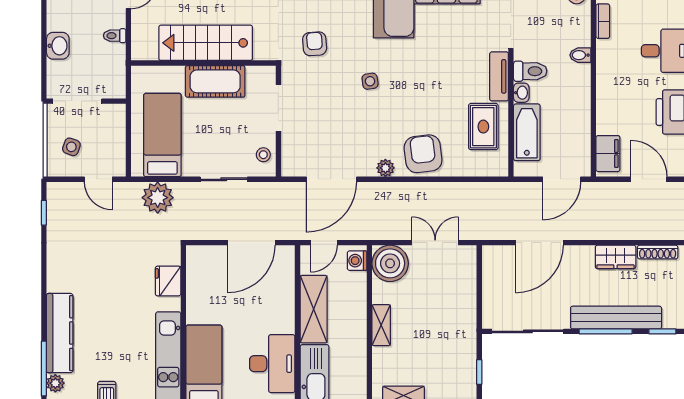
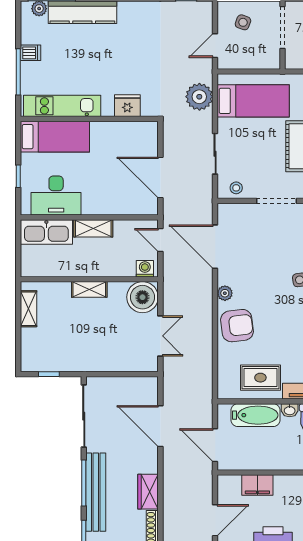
filing cabinet: (608, 154) -> (257, 485), moved
shelving: (314, 309) -> (93, 228), width x0.67, depth x0.75

